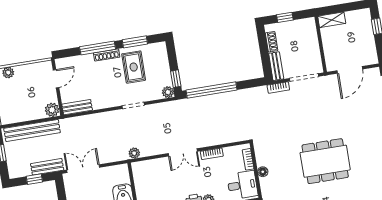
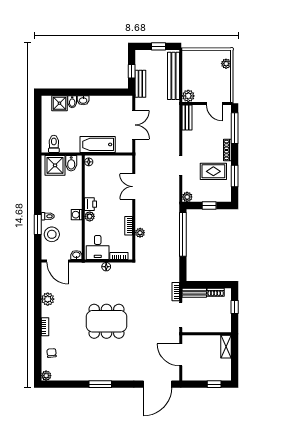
window: (98, 48) -> (235, 128), moved
window: (176, 79) -> (209, 206), moved
double door: (183, 152) -> (134, 187), moved
plant: (134, 153) -> (140, 233), moved
dining table: (325, 161) -> (106, 321), turned 90
double door: (83, 169) -> (134, 125), moved

